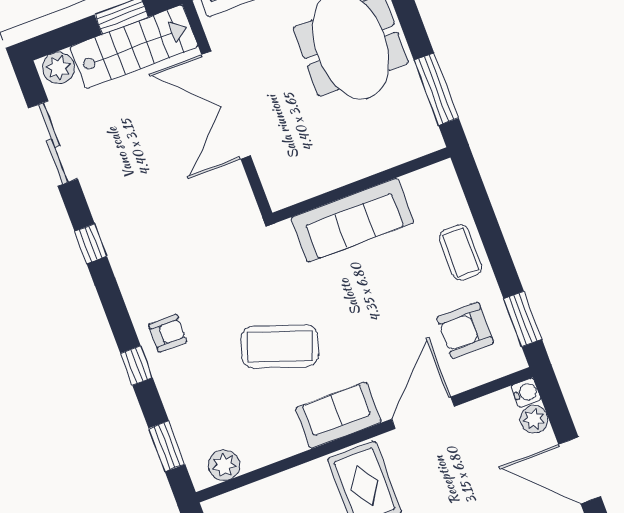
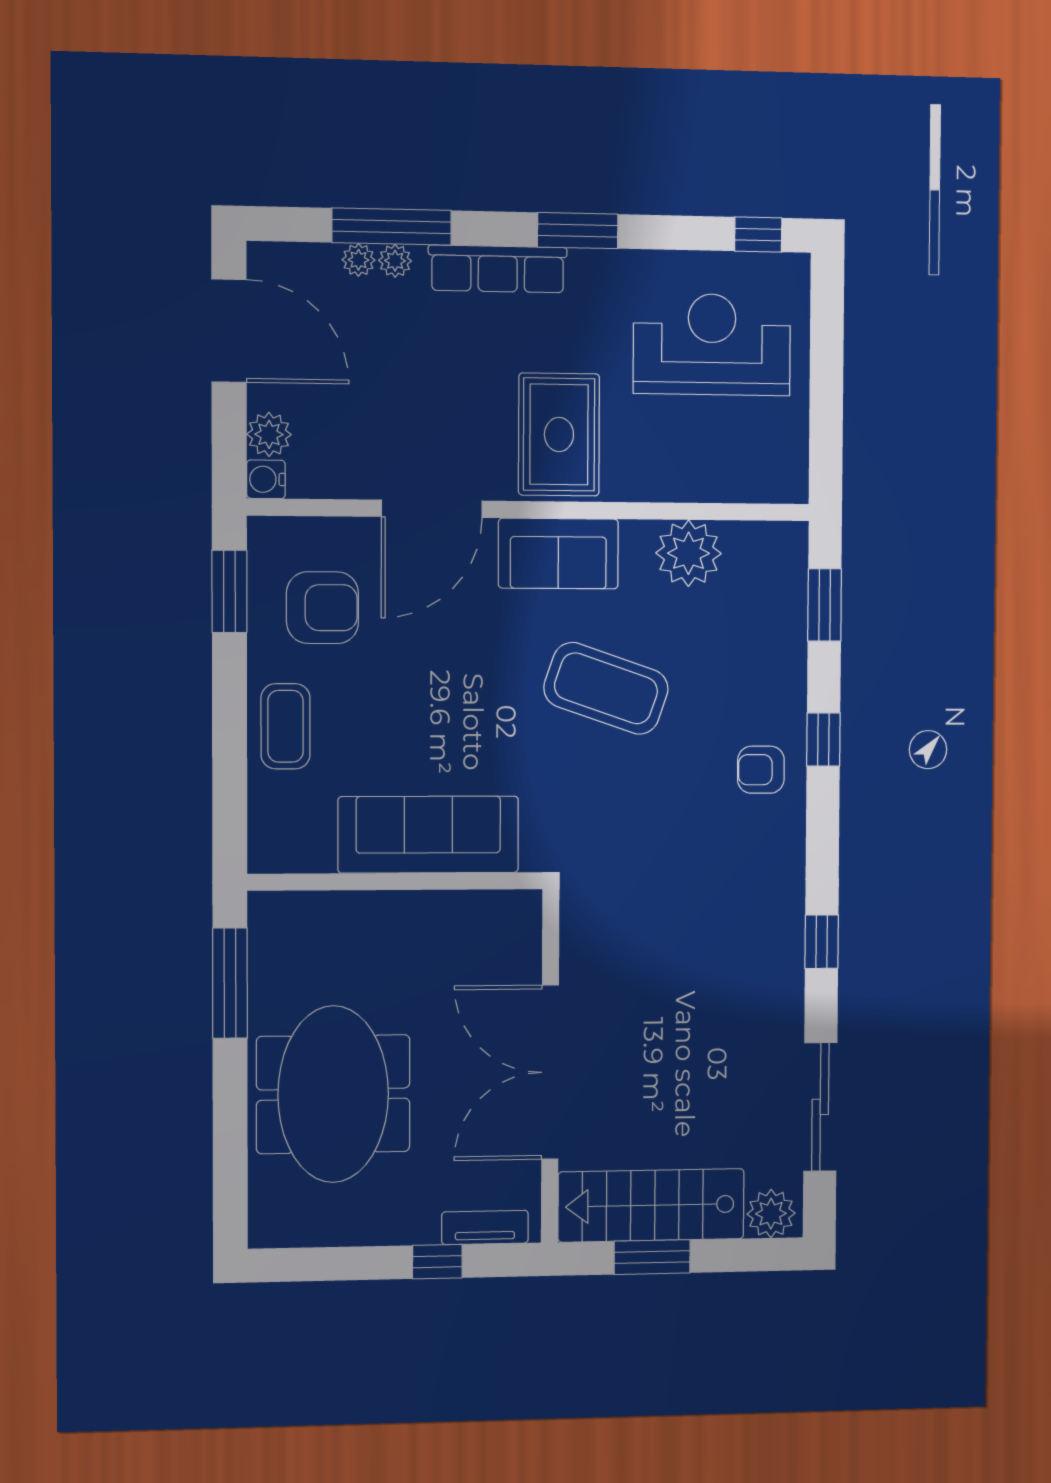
double door: (226, 105) -> (550, 1072), swing flipped
plant: (224, 465) -> (689, 553), moved, width x1.36, depth x1.36

